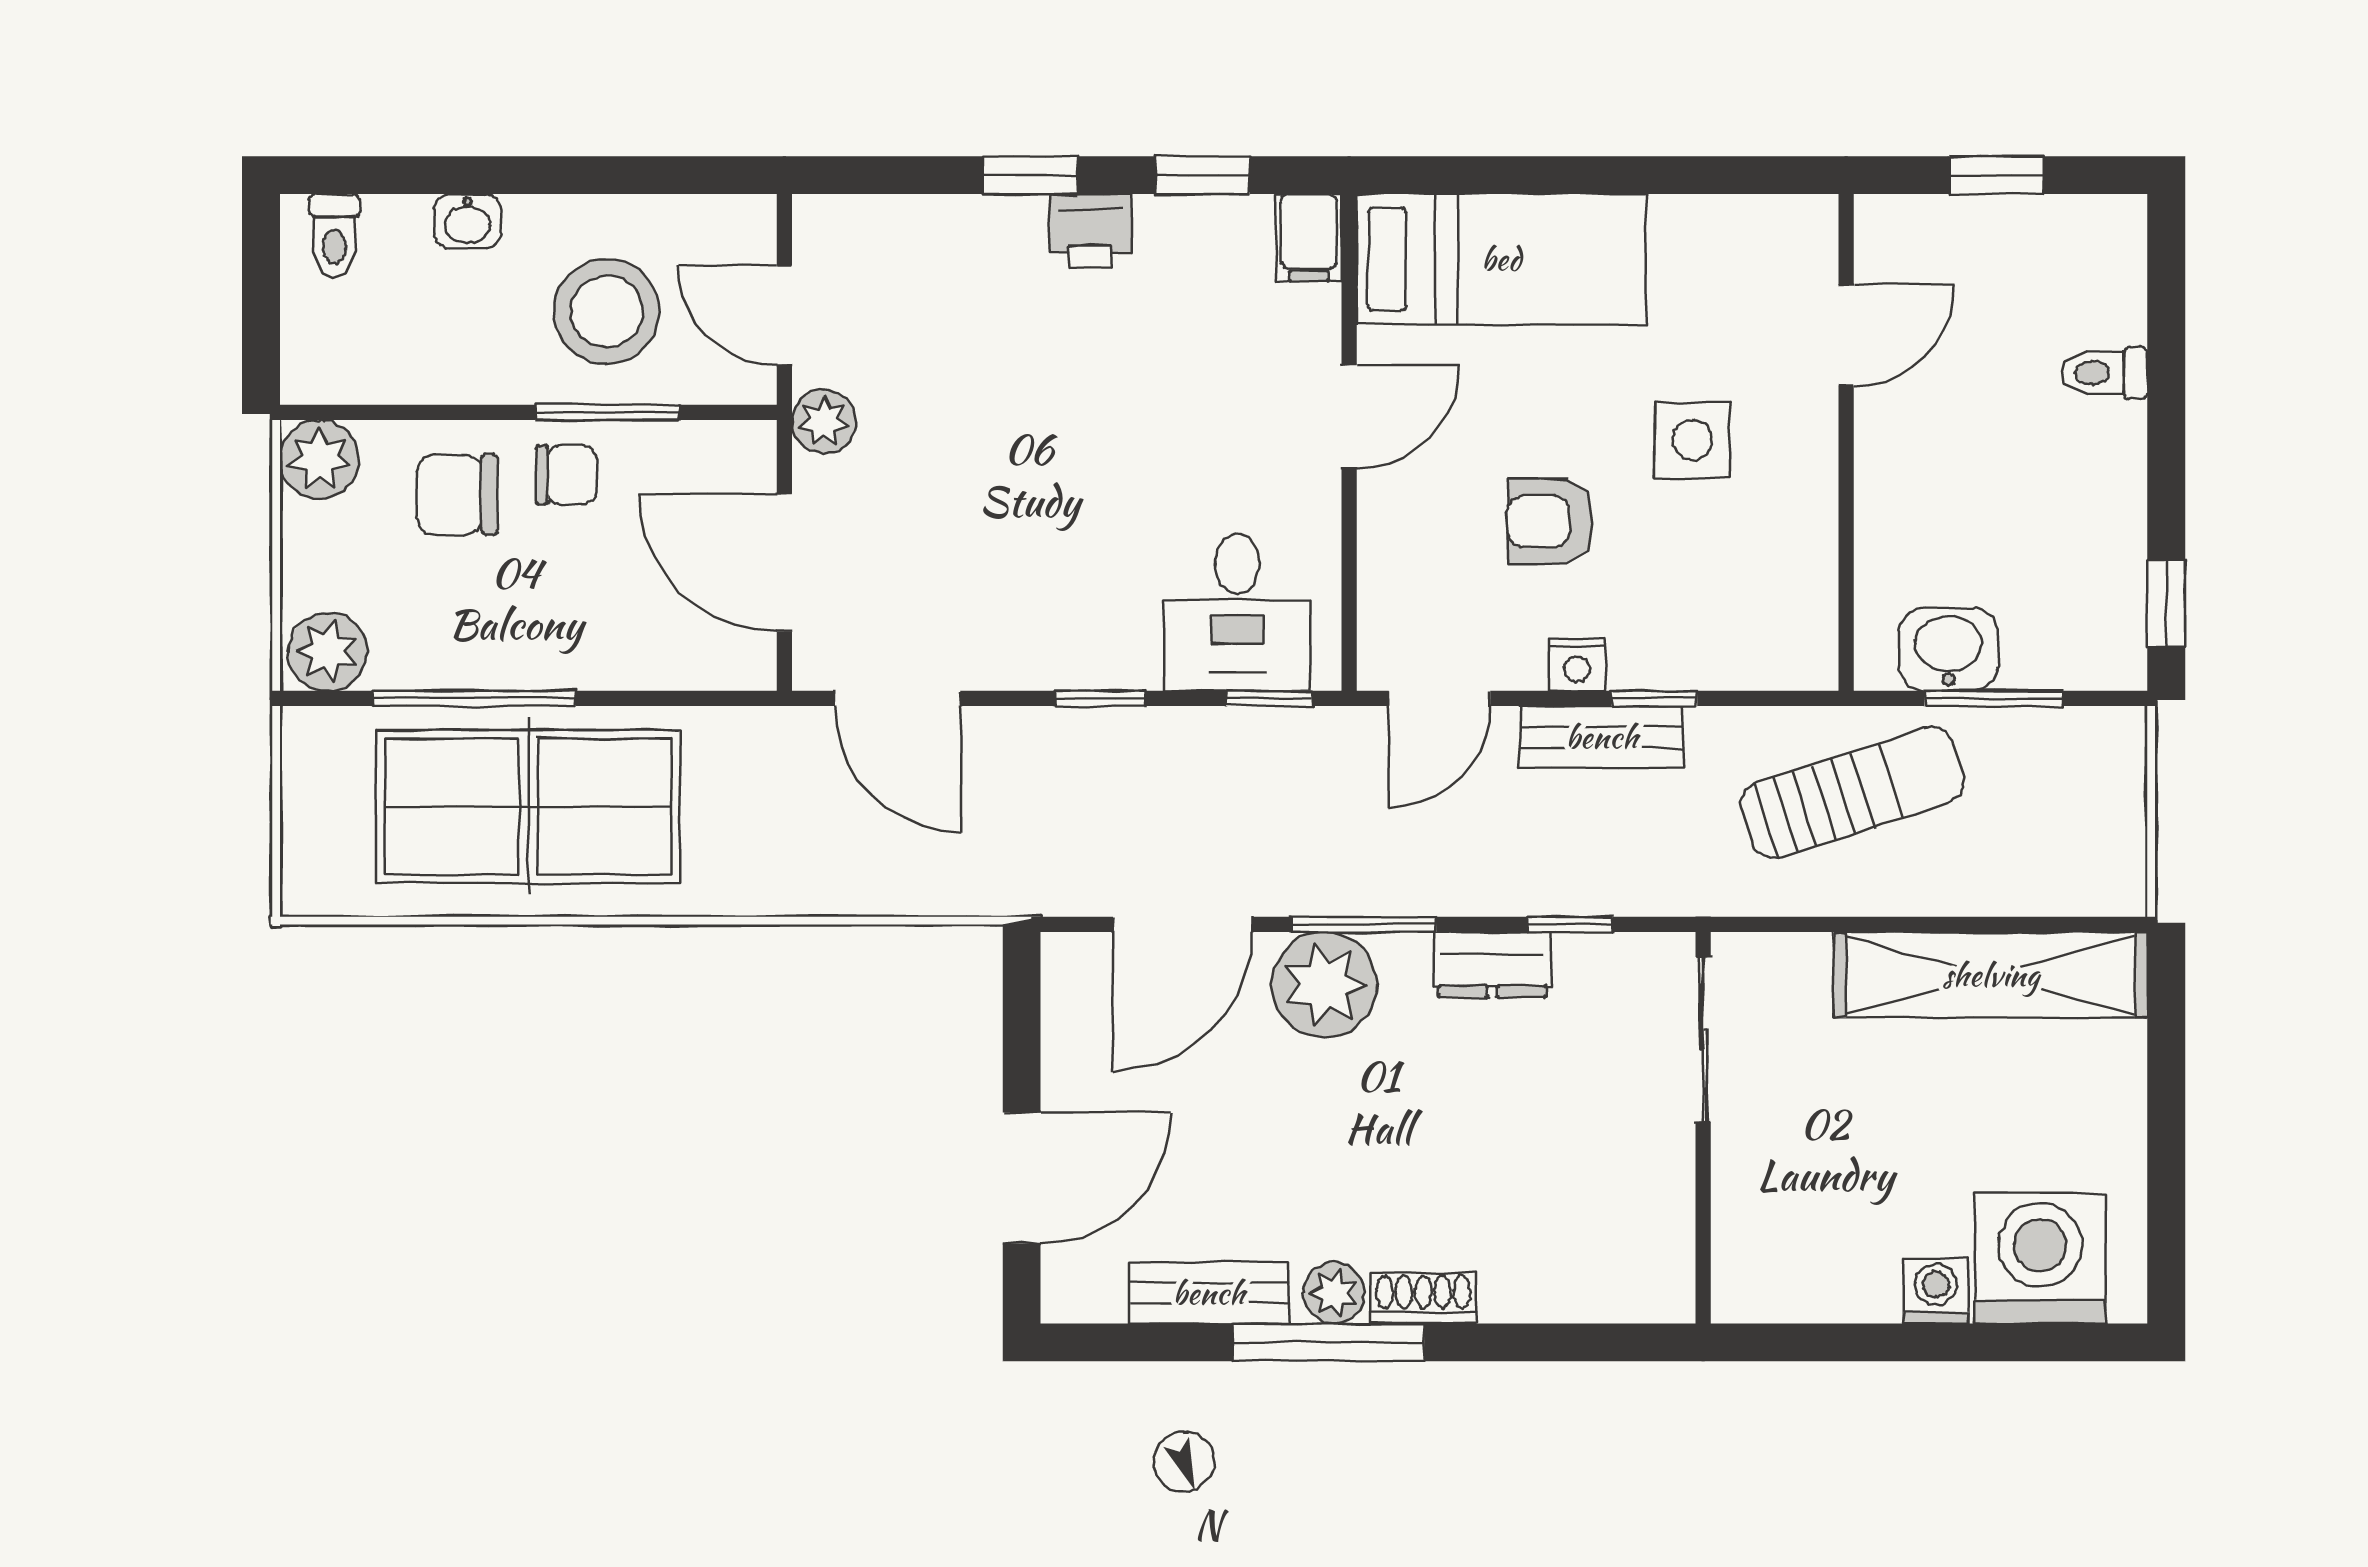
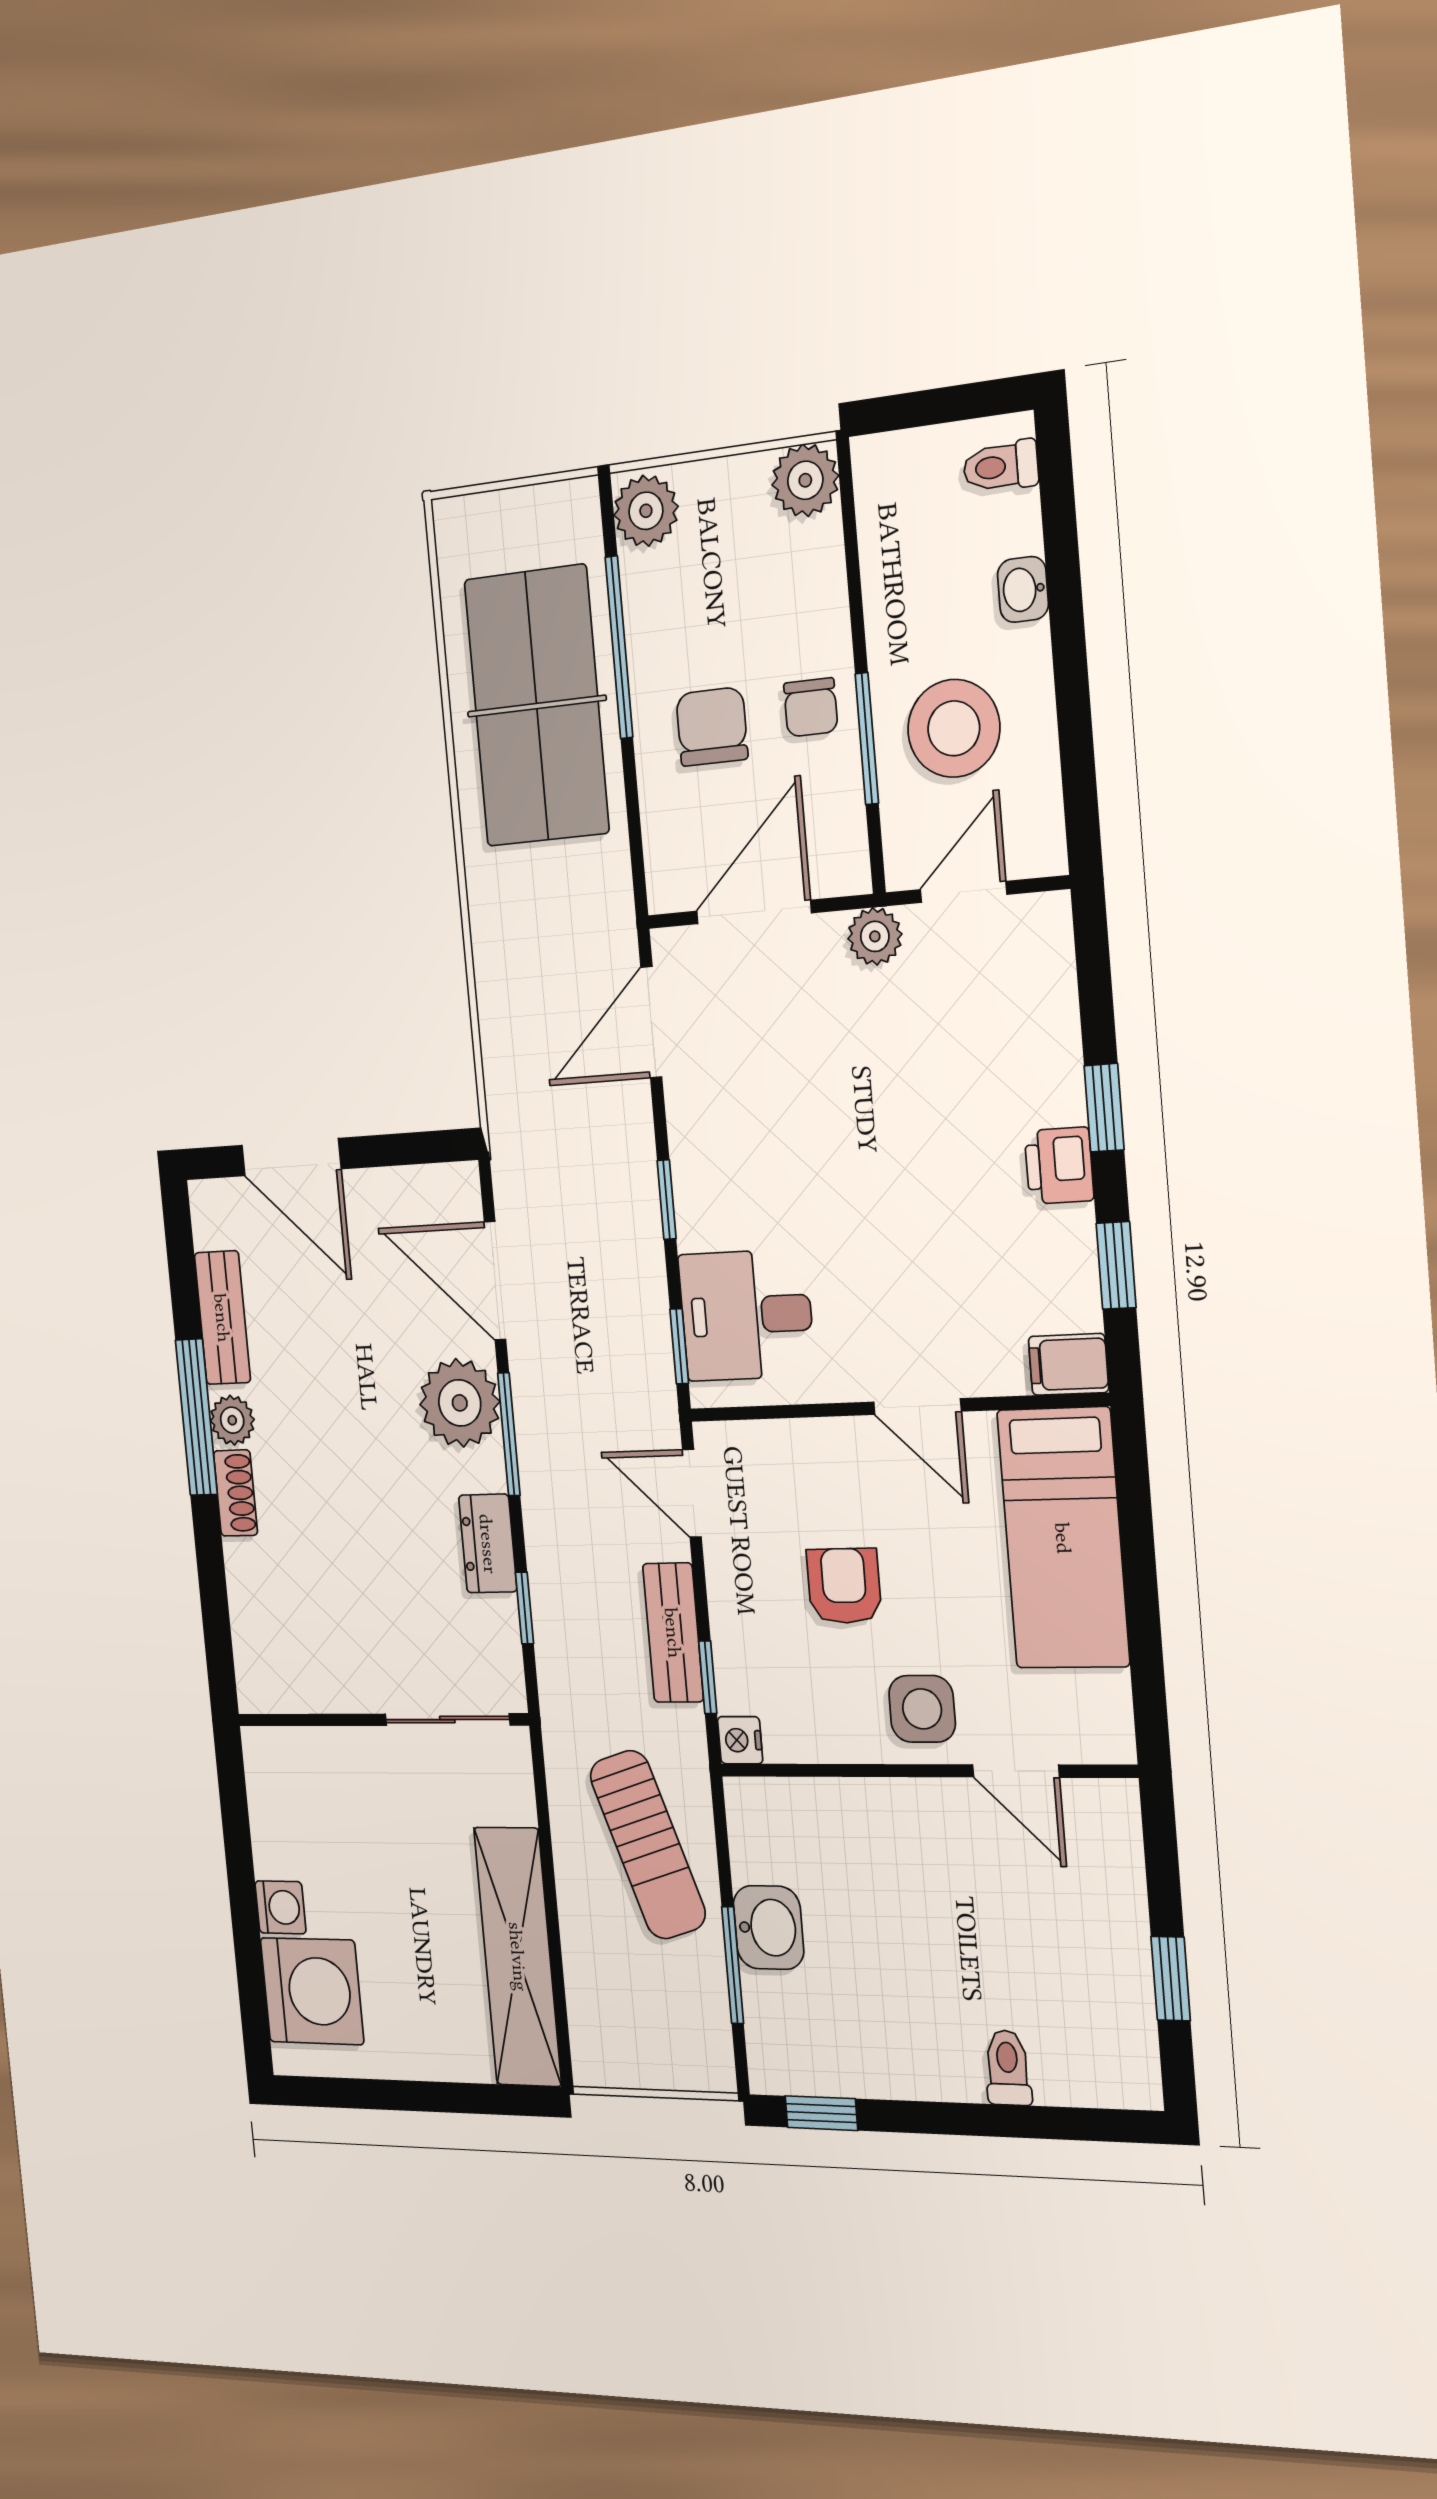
door: (1846, 335) -> (1016, 1771), moved
wall: (1846, 442) -> (925, 1771), moved
chair: (457, 495) -> (712, 727), moved
nightstand: (1577, 665) -> (740, 1740), moved

